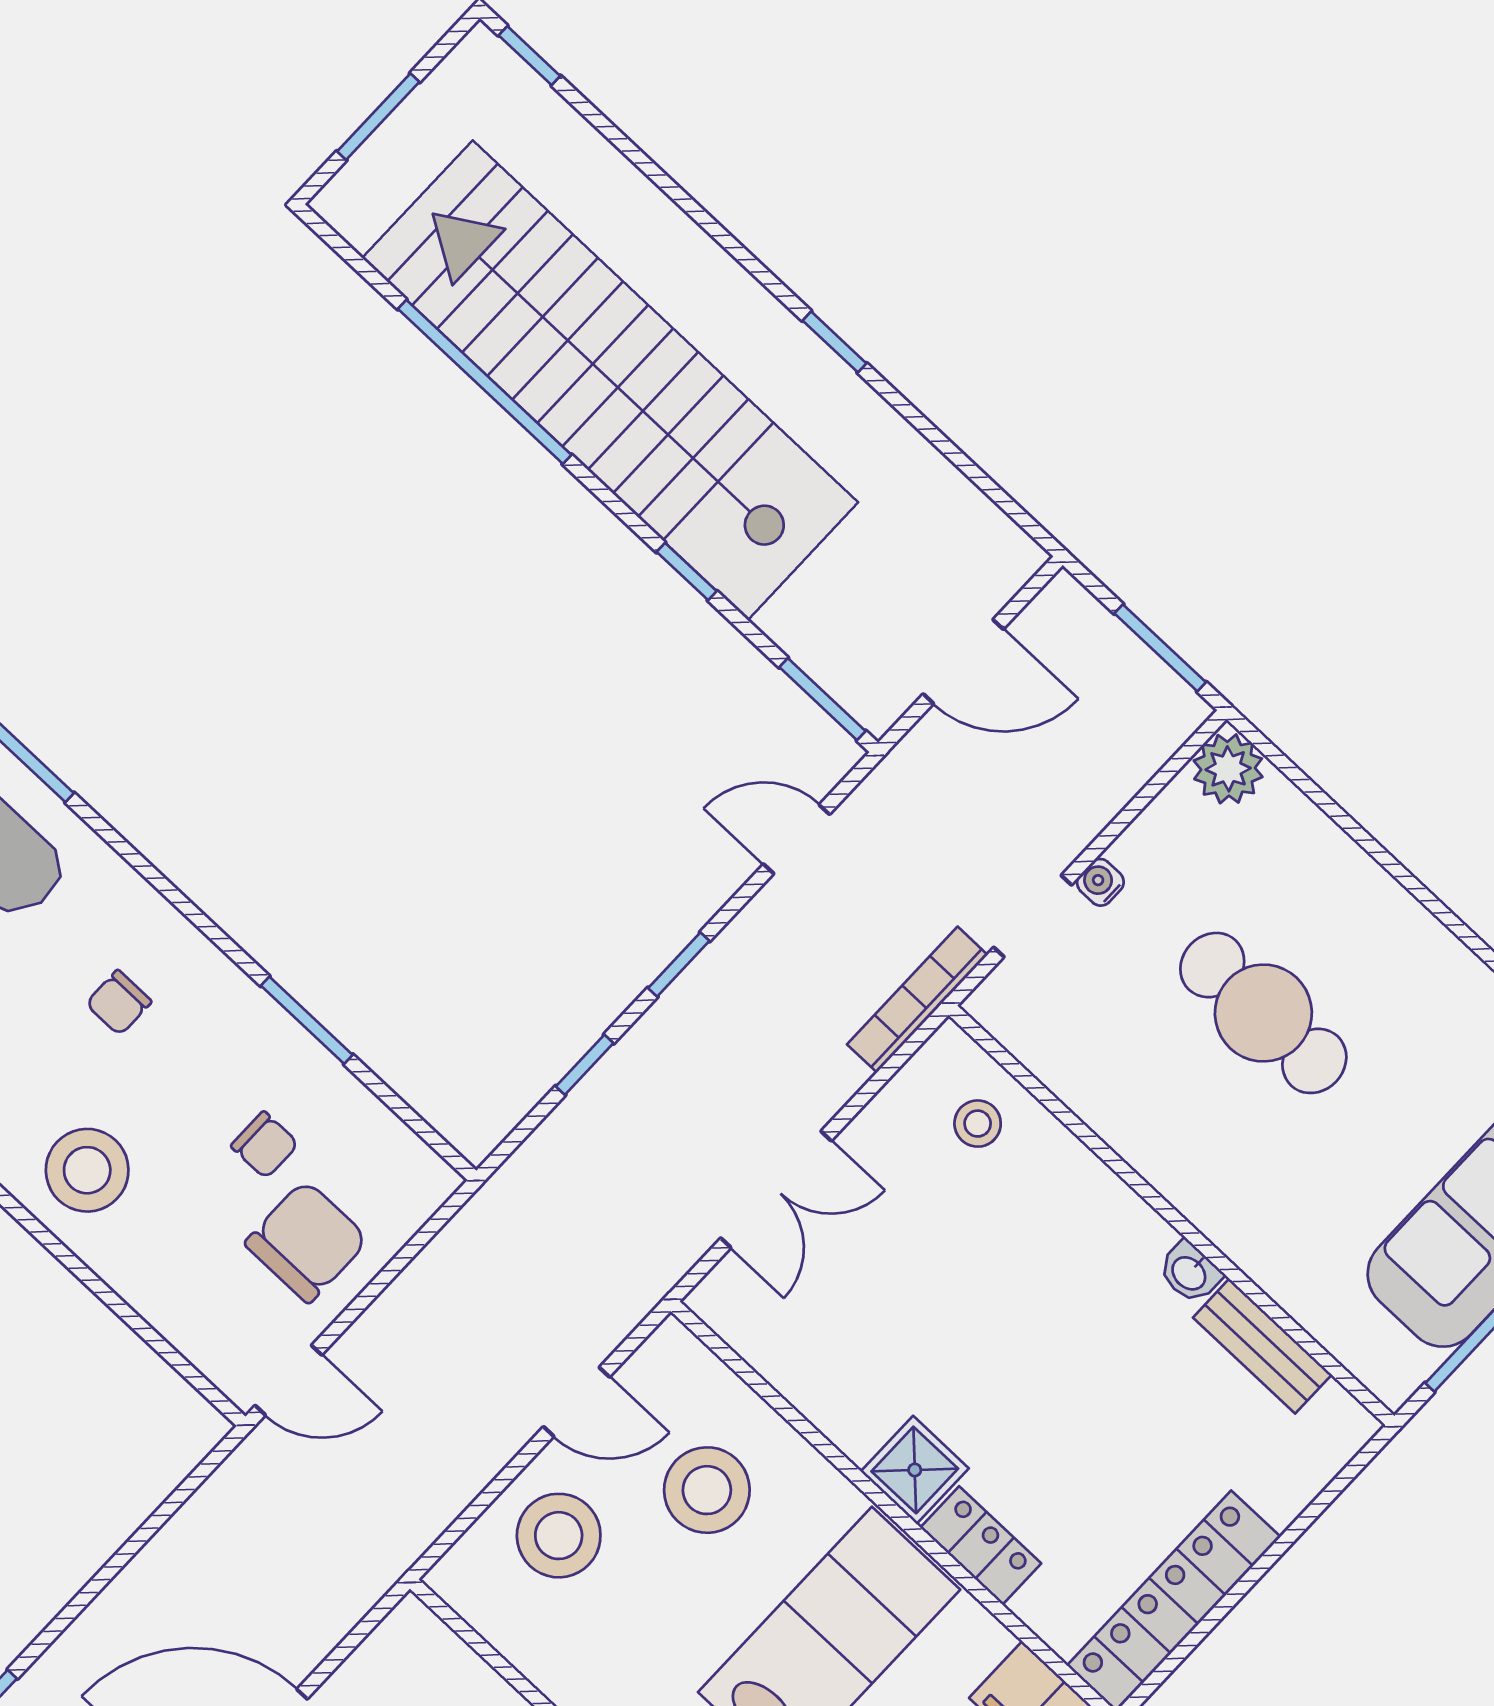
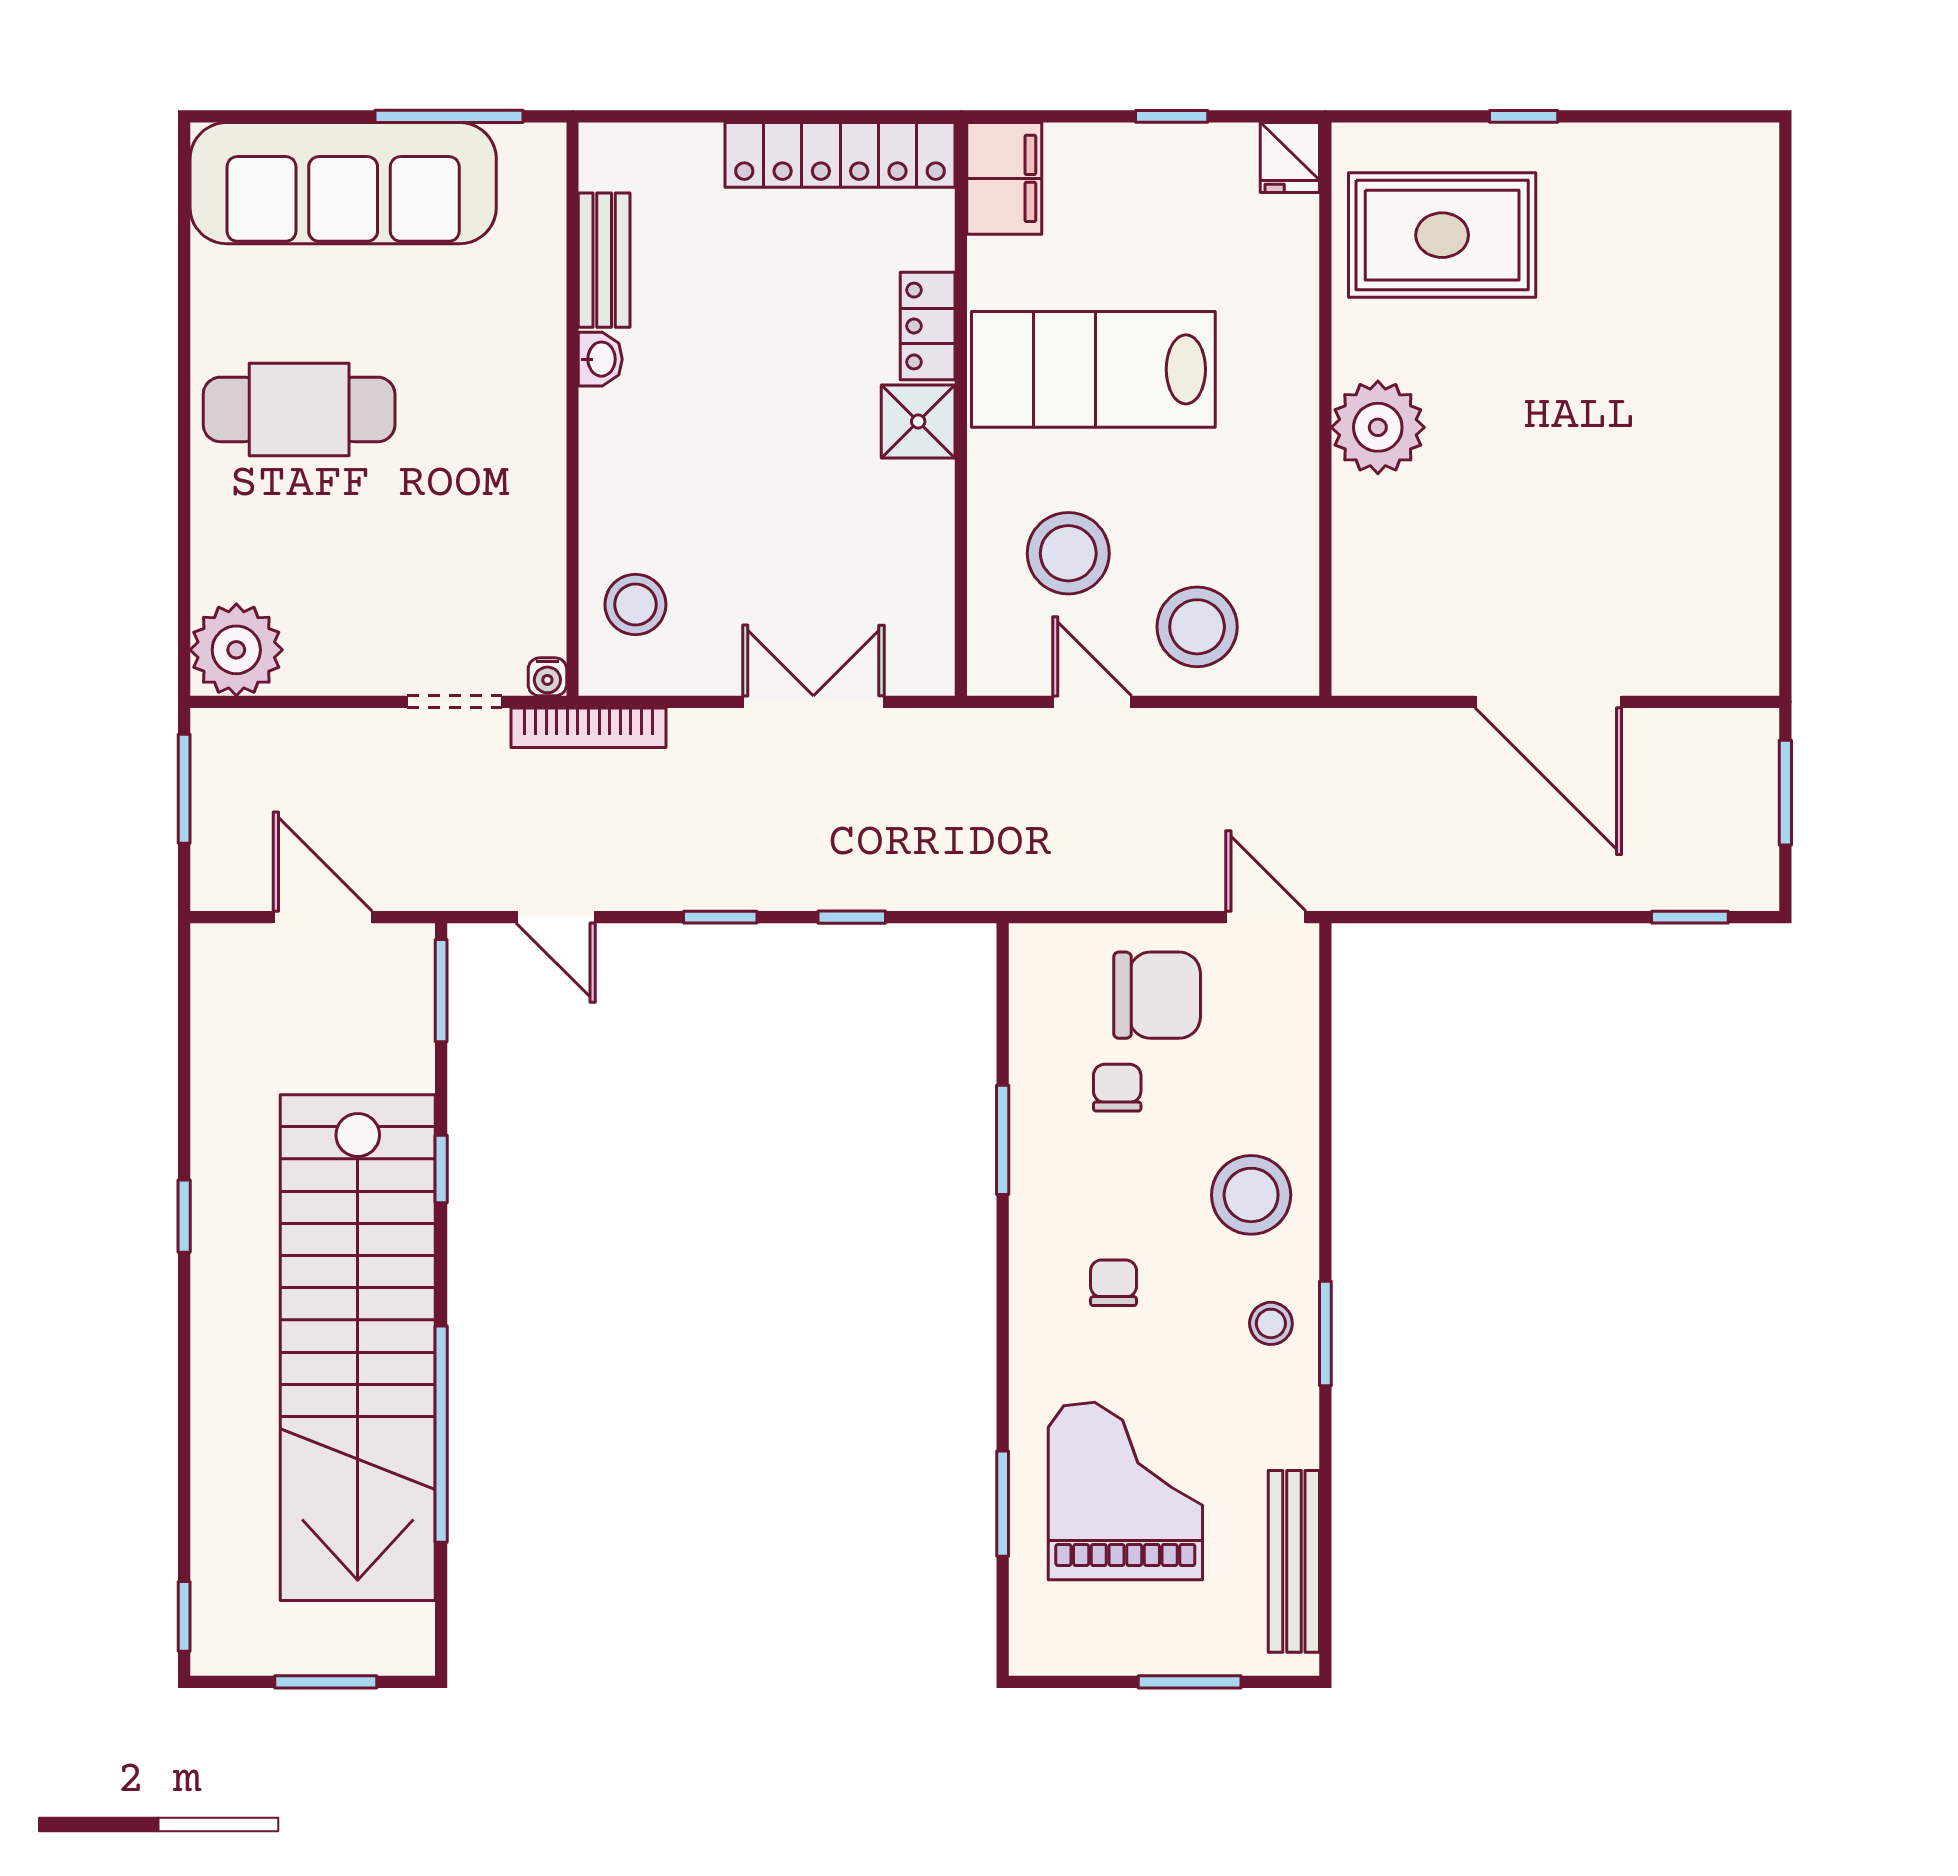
plant: (1228, 769) -> (236, 650), width x1.36, depth x1.36
water cooler: (1100, 882) -> (547, 677), moved
chair: (119, 1003) -> (1114, 1283), turned -90
cafe table: (1263, 1013) -> (299, 409), moved, turned 90
stool: (978, 1124) -> (635, 605), width x1.37, depth x1.37
chair: (307, 1241) -> (1157, 995), turned 180

